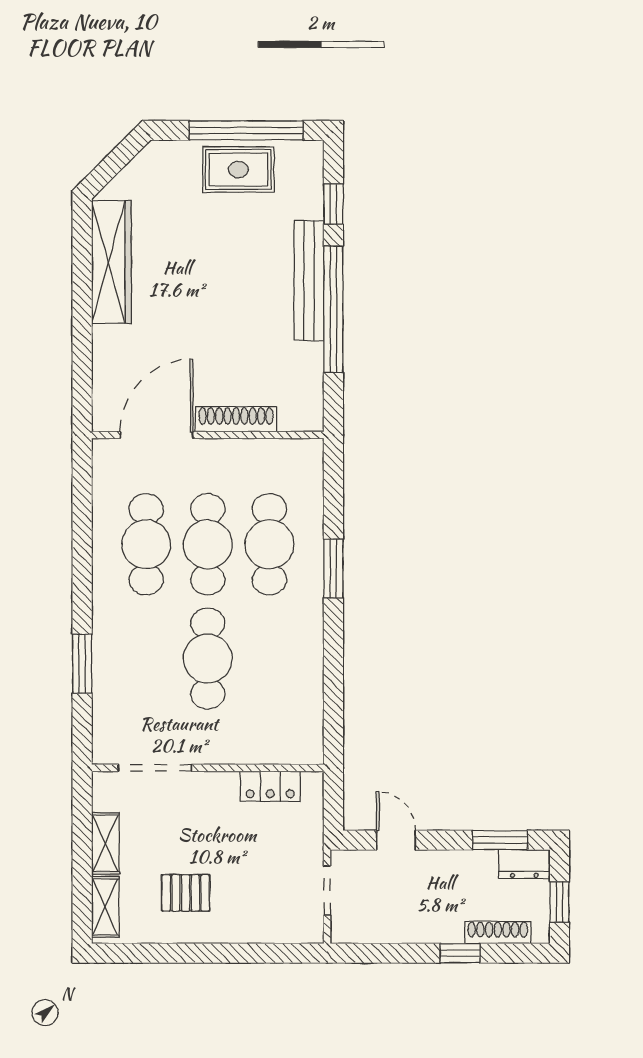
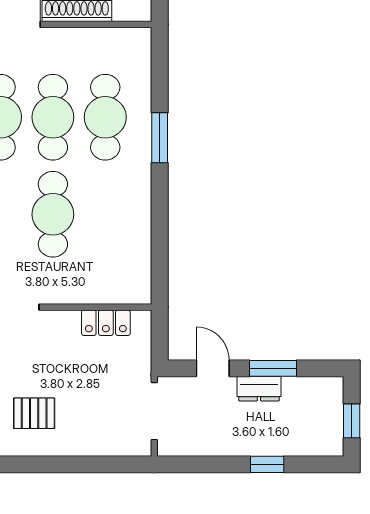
window: (500, 840) -> (273, 368), moved
dresser: (524, 864) -> (259, 389), moved
doorway: (327, 890) -> (154, 411), width x1.38
shoe rack: (498, 933) -> (299, 447), removed

